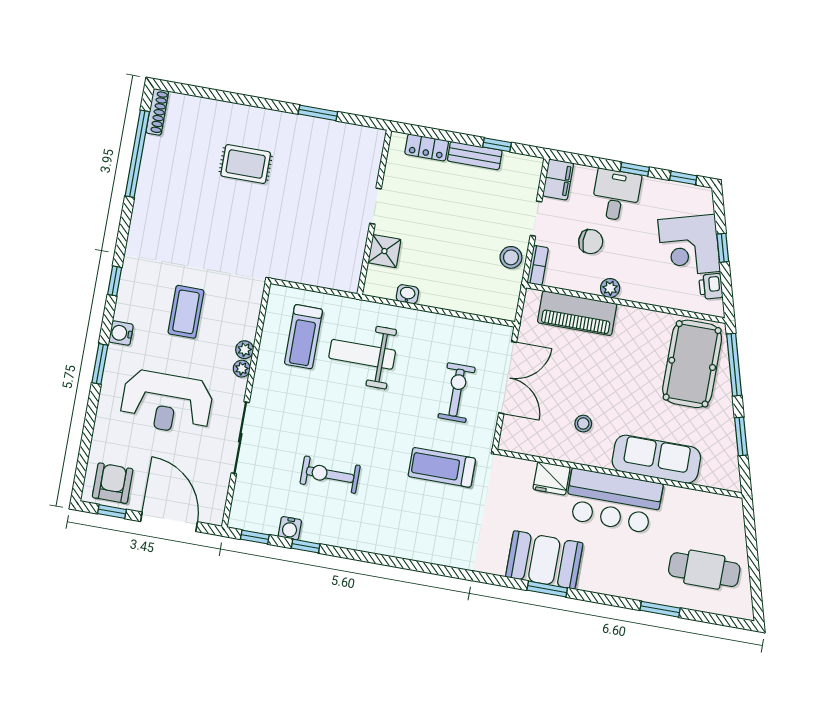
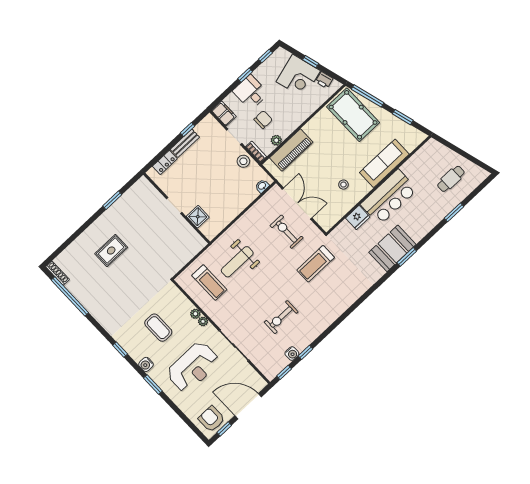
plant: (610, 288) -> (276, 140), moved
washbasin: (407, 294) -> (262, 186), moved
cafe table: (704, 570) -> (451, 179), width x0.73, depth x0.74

